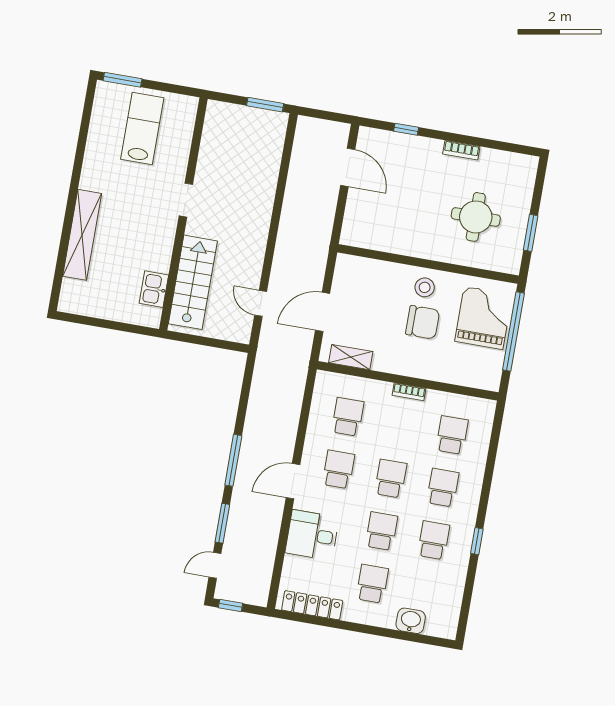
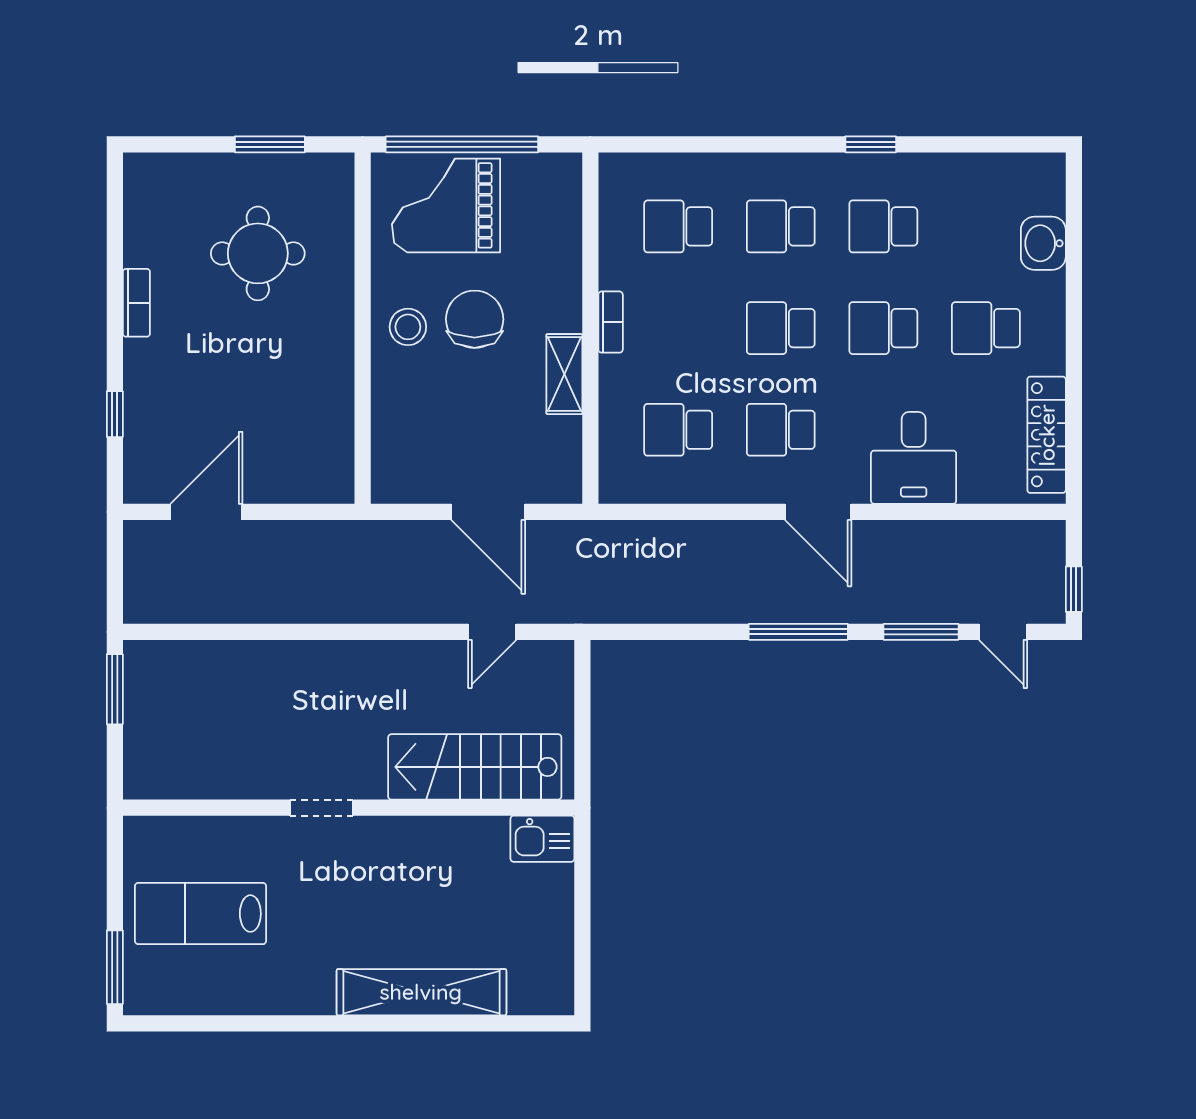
kitchen sink: (154, 289) -> (542, 839), moved
shelving: (351, 357) -> (564, 374), moved

